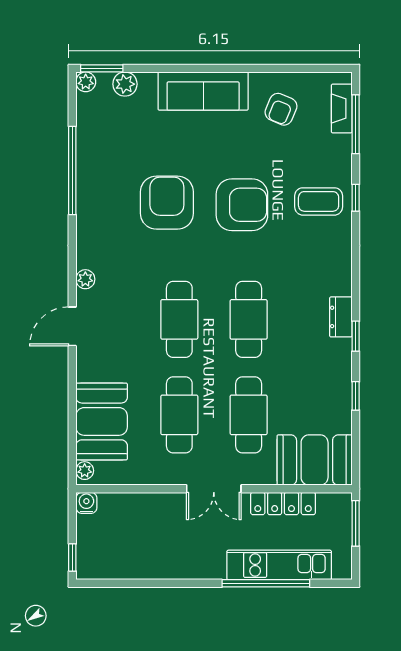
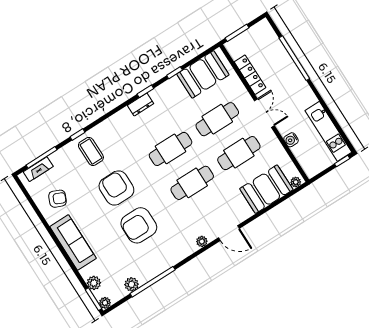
plant: (88, 137) -> (132, 284), added
booth: (315, 460) -> (203, 74), moved, turned 90
water cooler: (86, 503) -> (291, 140), moved
kitchen unit: (279, 565) -> (328, 131), moved

